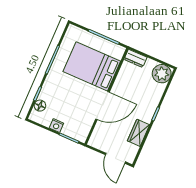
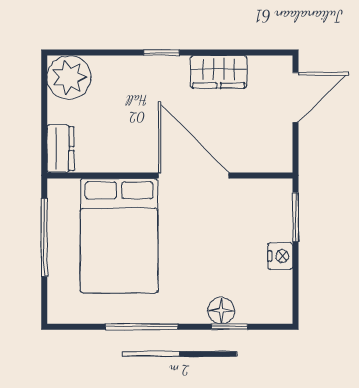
floor lamp: (40, 106) -> (221, 311), moved

